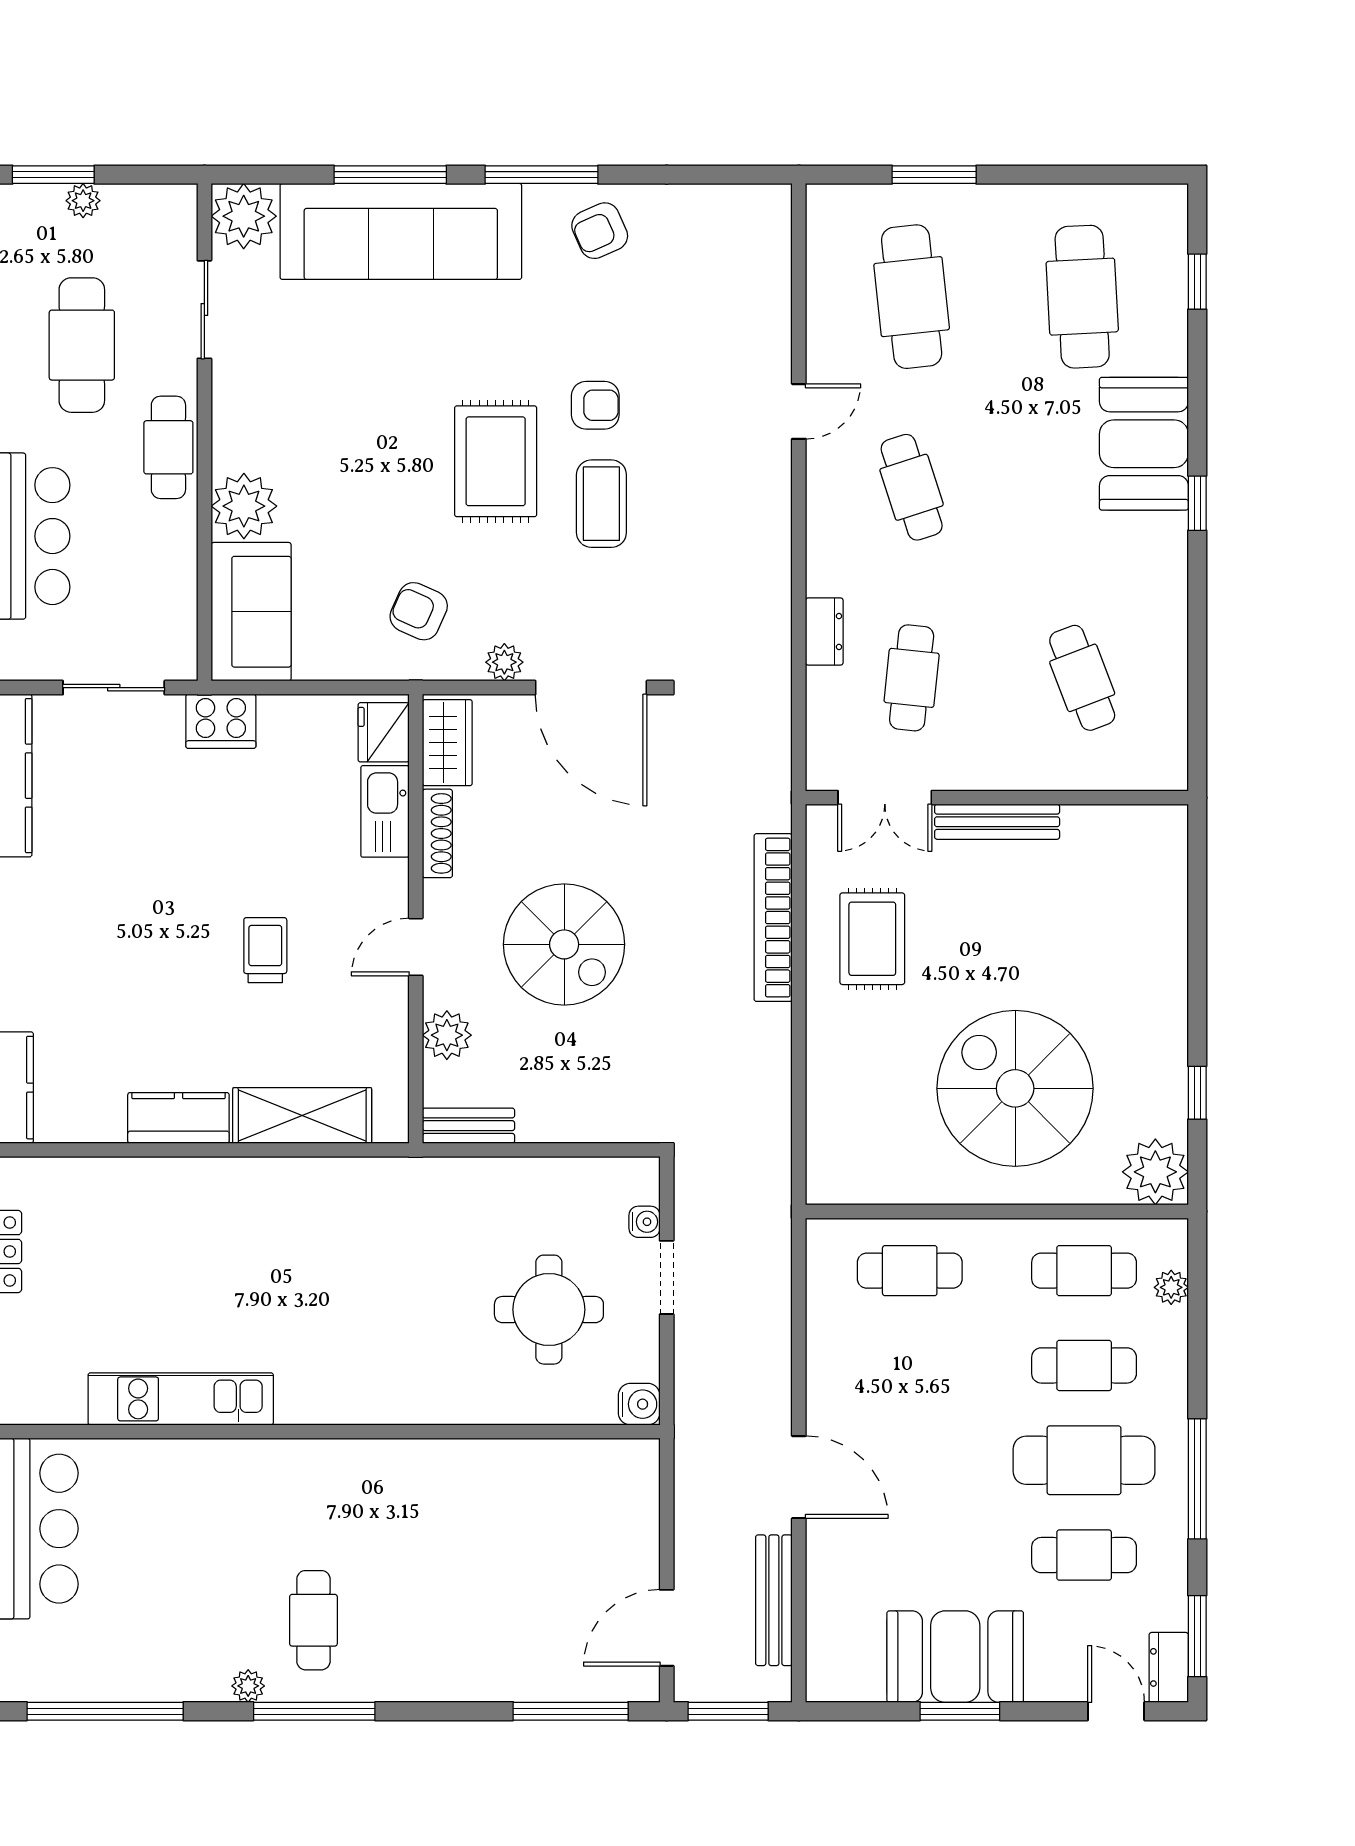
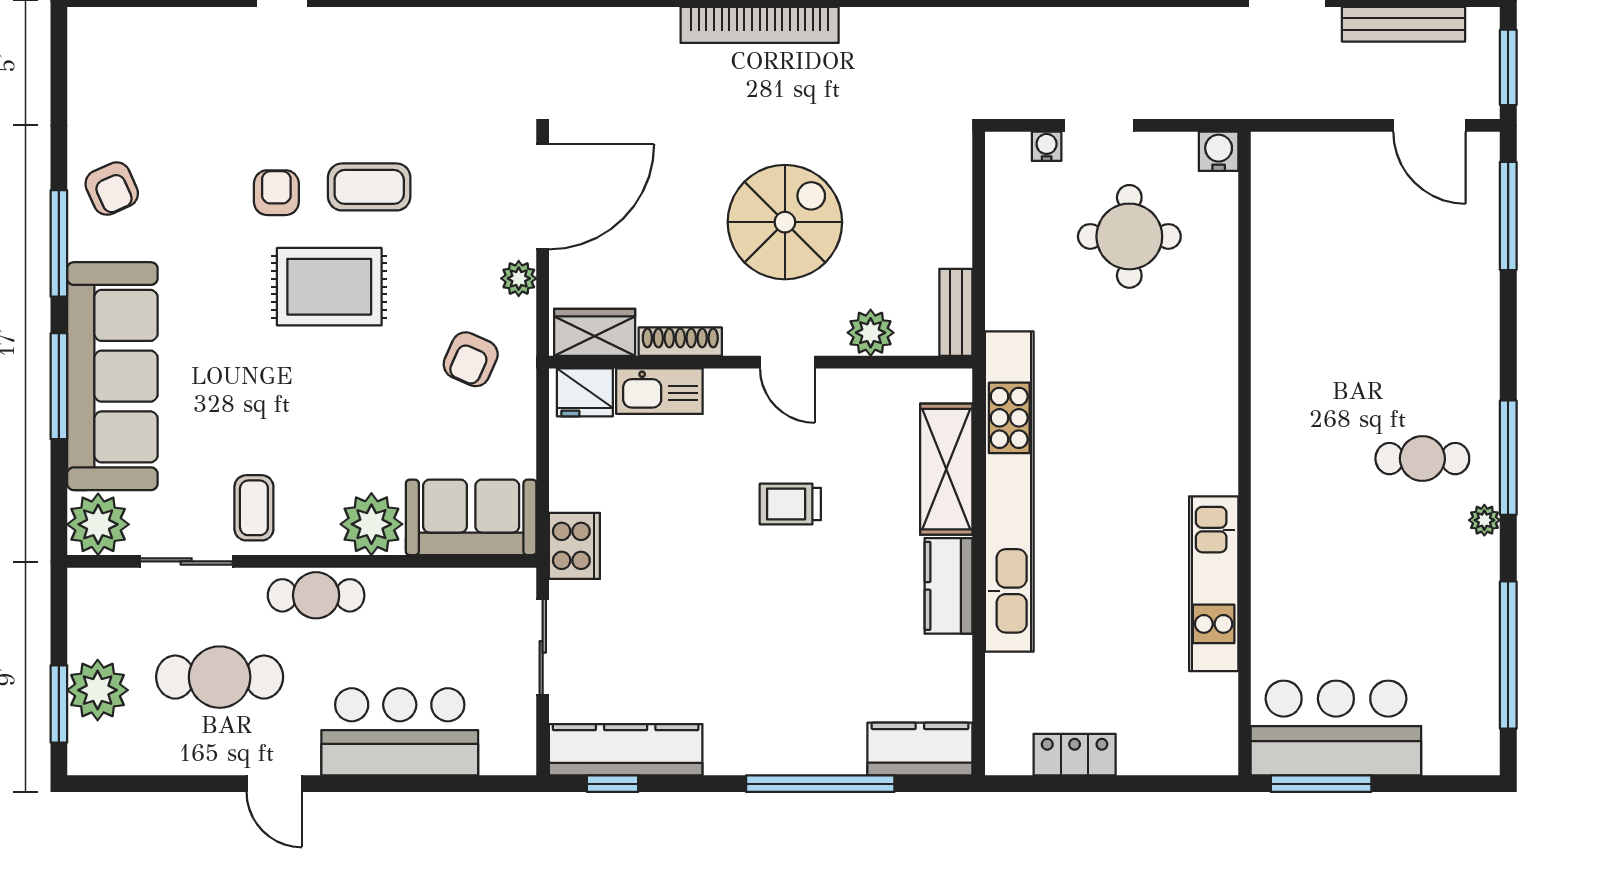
plant: (83, 201) -> (98, 690), width x1.87, depth x1.87
coffee table: (261, 381) -> (254, 508), added
kitchen unit: (278, 1182) -> (1009, 492), added

